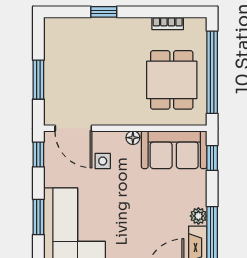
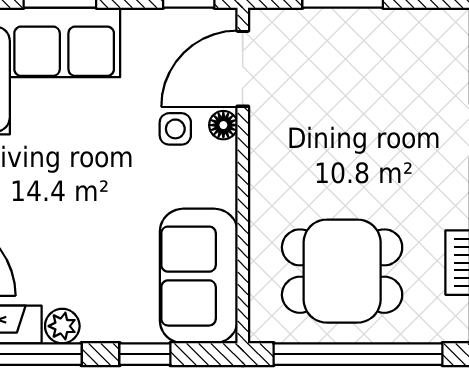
floor lamp: (133, 138) -> (223, 125), moved
window: (212, 158) -> (145, 354), moved

